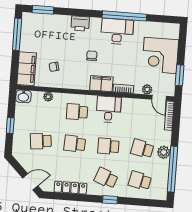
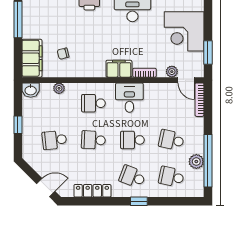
chair: (92, 56) -> (106, 38), removed
plant: (164, 152) -> (196, 162), moved

